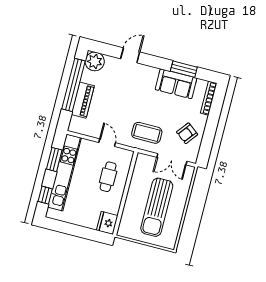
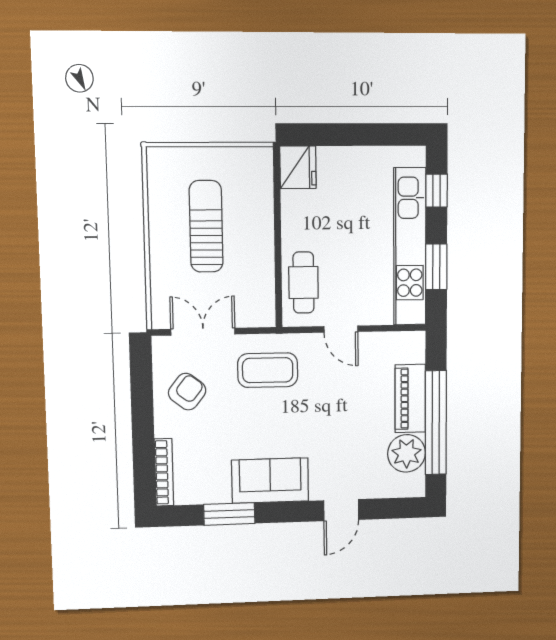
plant: (95, 61) -> (407, 453), moved
sofa: (176, 84) -> (270, 481), moved
cafe table: (108, 177) -> (304, 283), moved
sun lounger: (157, 207) -> (206, 226), width x0.73, depth x0.75

